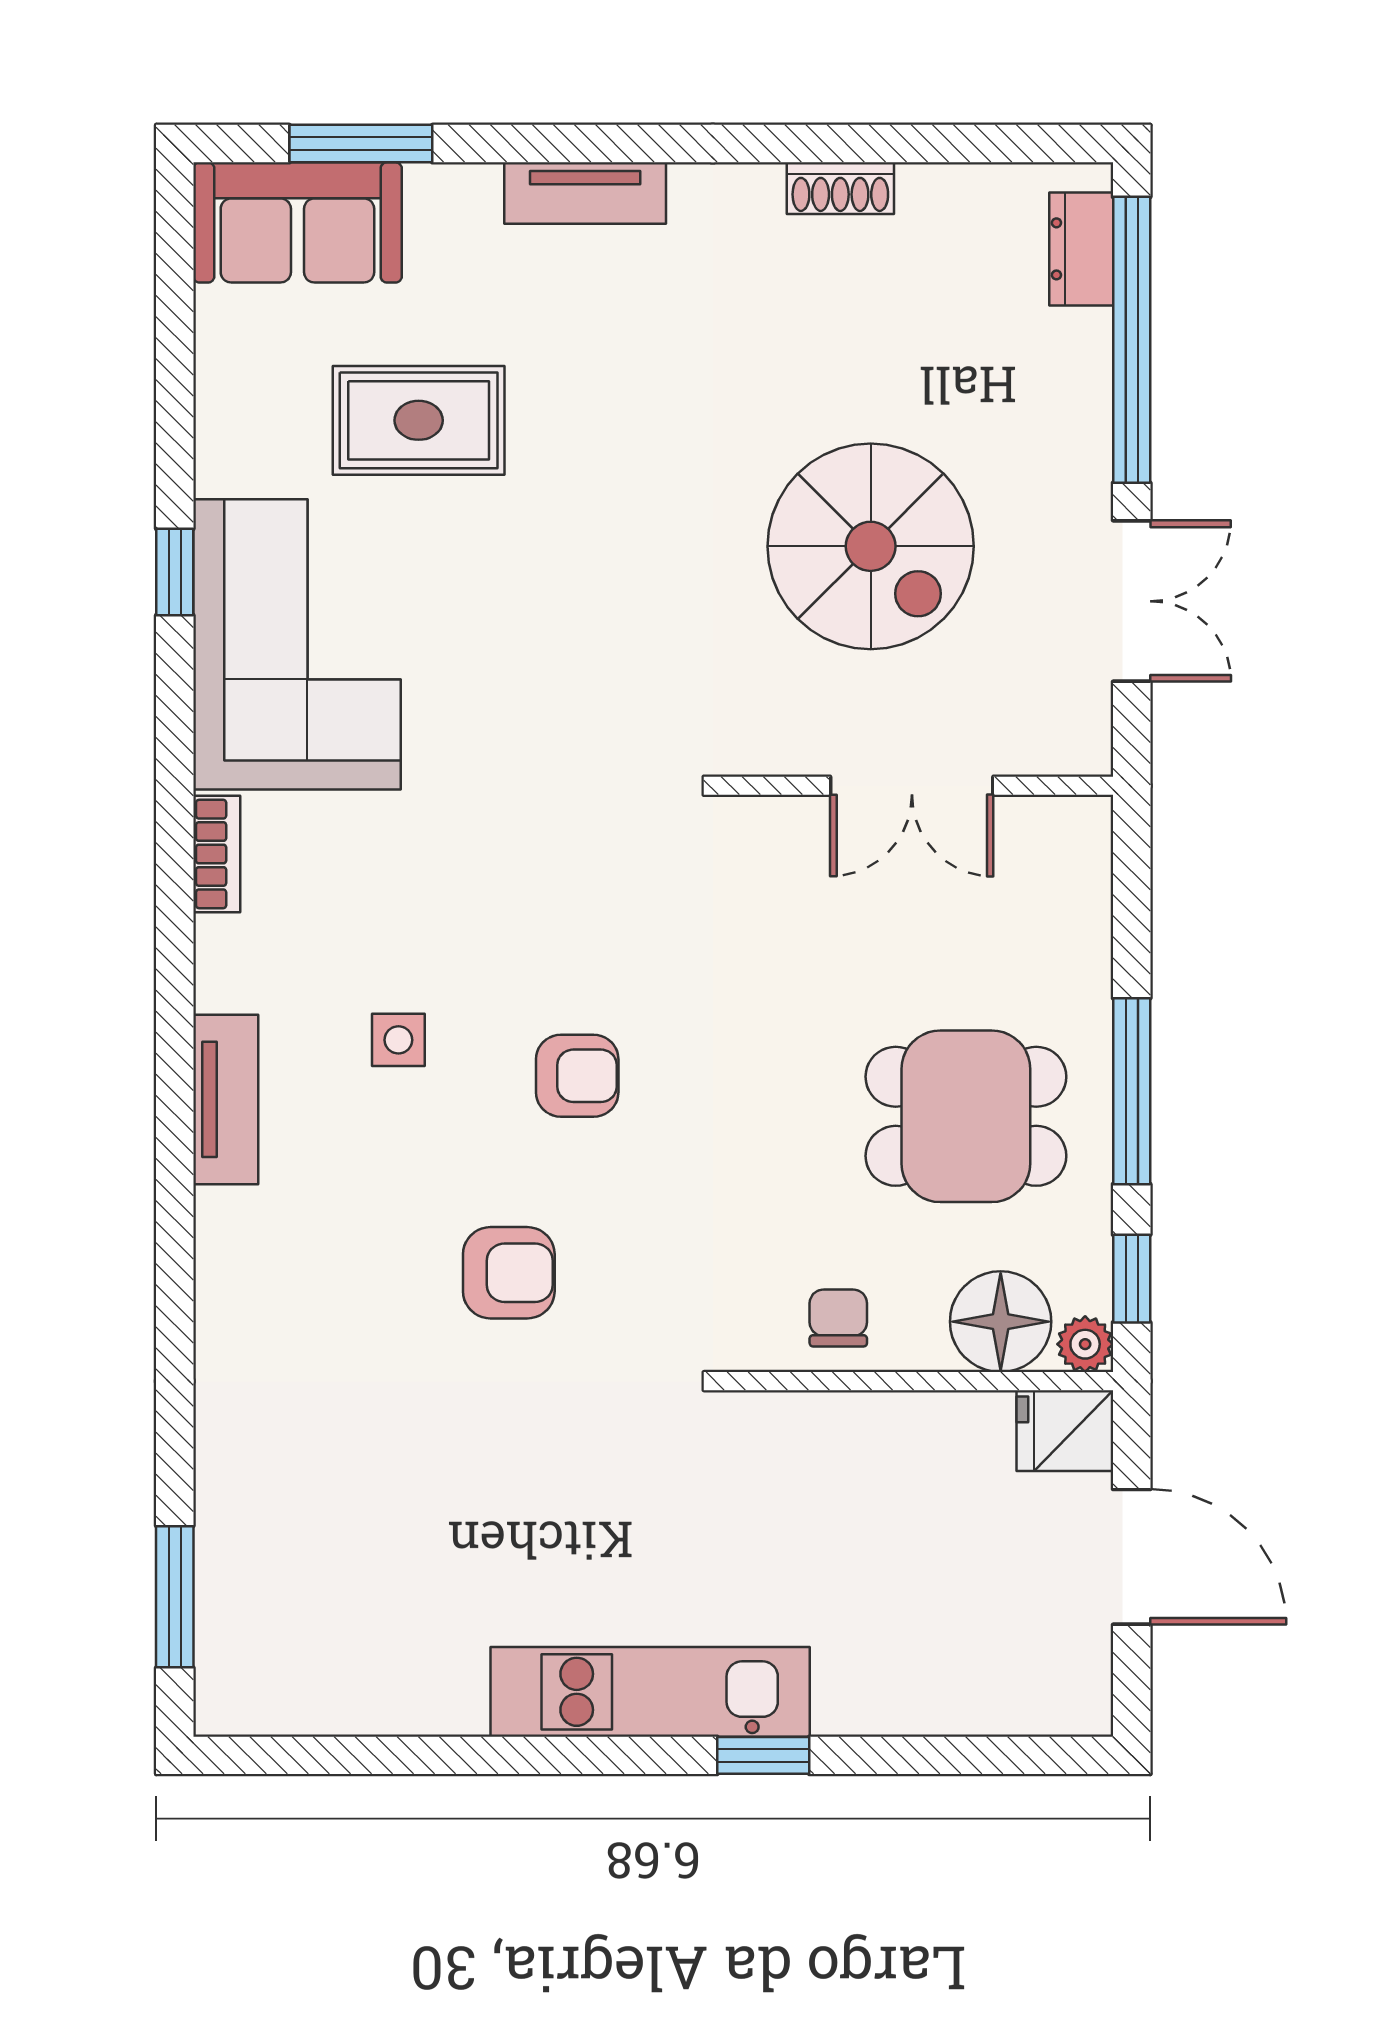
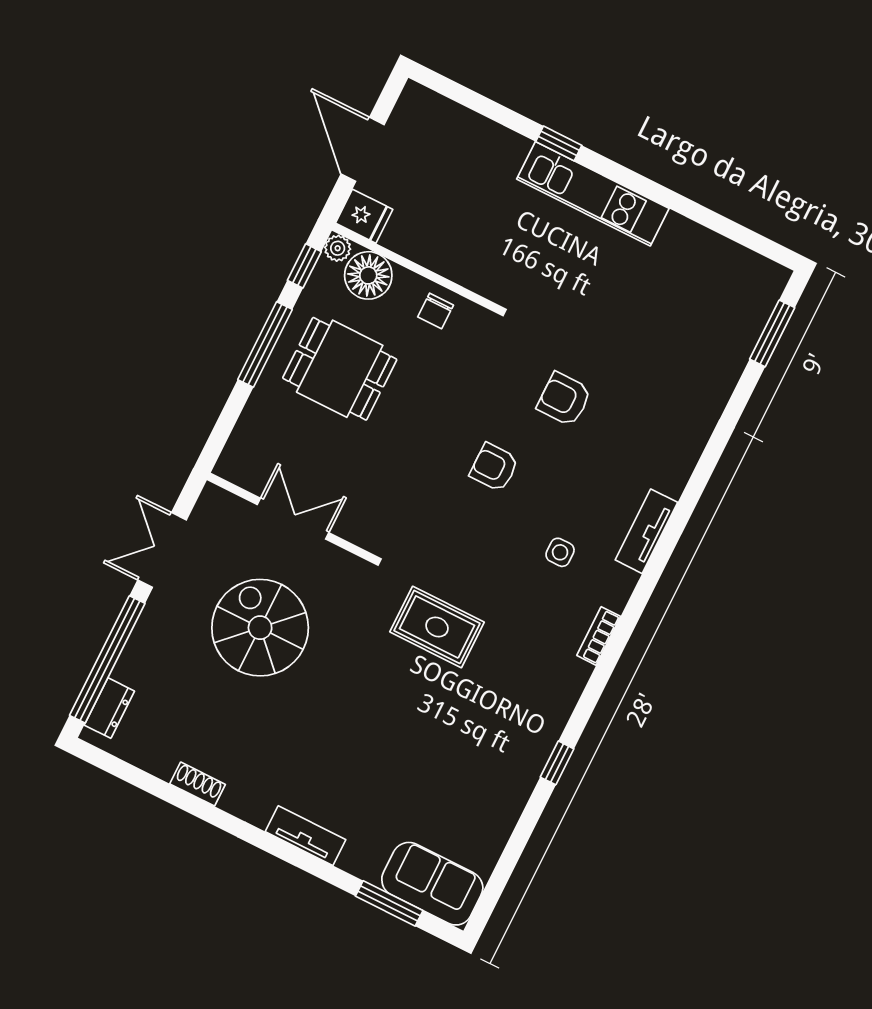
rug: (419, 420) -> (437, 627), moved
corner sofa: (297, 644) -> (521, 707), removed
side table: (398, 1040) -> (560, 552), moved

